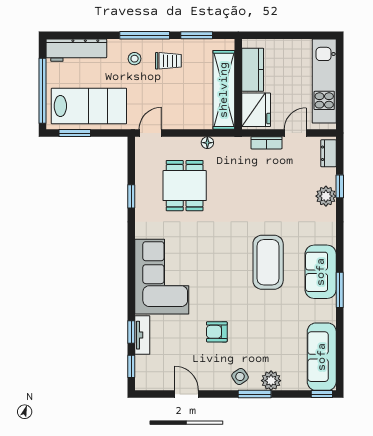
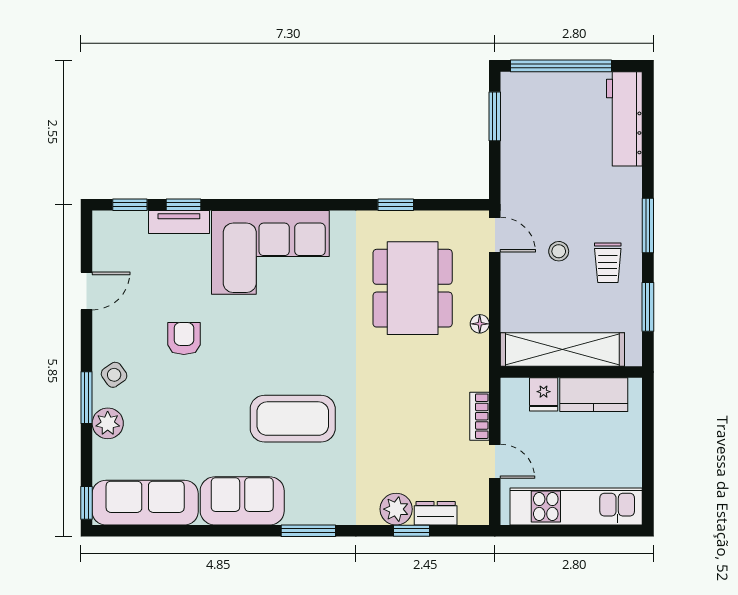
window: (145, 35) -> (648, 226), width x0.69
stool: (135, 59) -> (559, 251), moved
lab bench: (89, 106) -> (537, 139), removed
fridge: (256, 110) -> (544, 394), width x0.53, depth x0.75
dresser: (328, 153) -> (436, 513), moved
dining table: (185, 186) -> (413, 288), width x1.37
sofa: (321, 272) -> (242, 501), moved
window: (340, 290) -> (308, 531), moved

